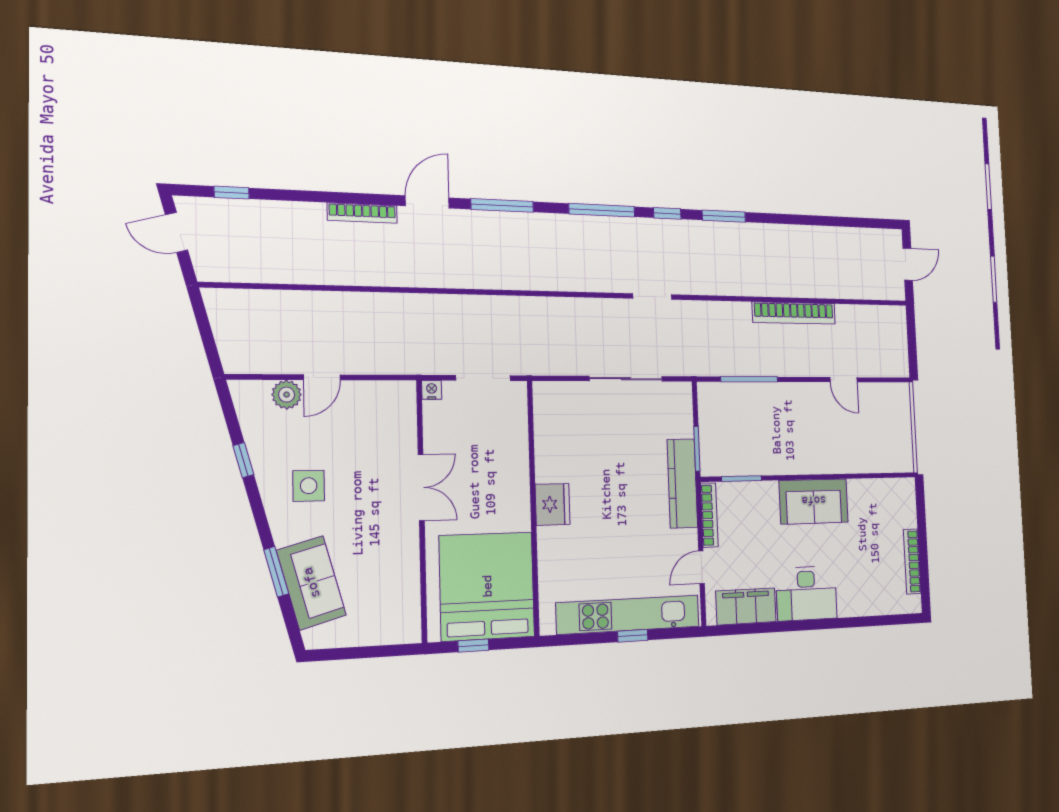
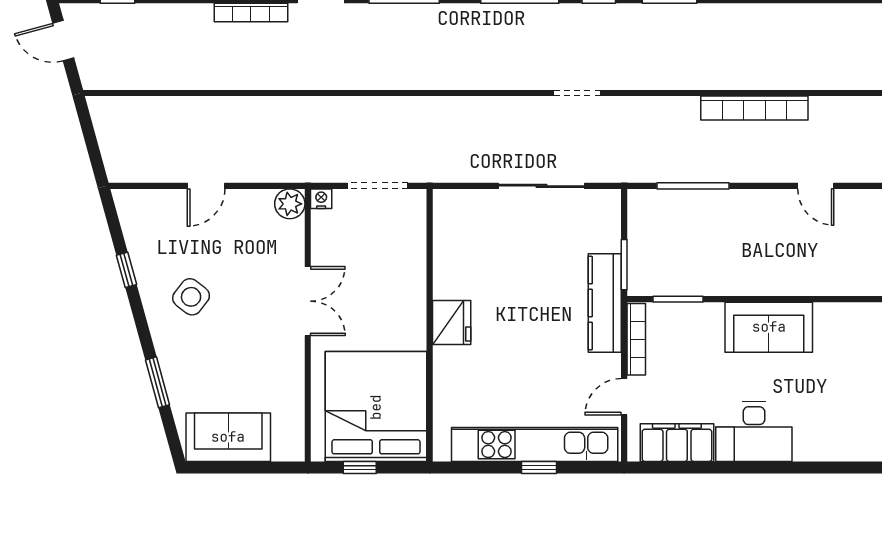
plant: (287, 395) -> (290, 204), moved
side table: (309, 486) -> (191, 297), turned 38
sofa: (311, 583) -> (228, 437), moved, turned -75

